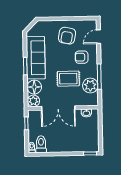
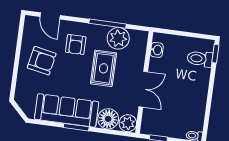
double door: (58, 108) -> (143, 89), width x0.73
toilet: (41, 144) -> (200, 59), moved

